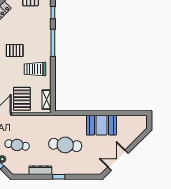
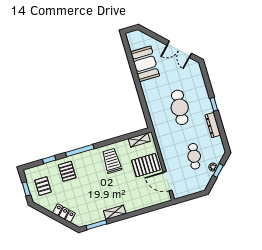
pallet: (15, 51) -> (67, 171), moved
trolley: (35, 69) -> (112, 161), turned 180
booth: (101, 125) -> (145, 64), moved

